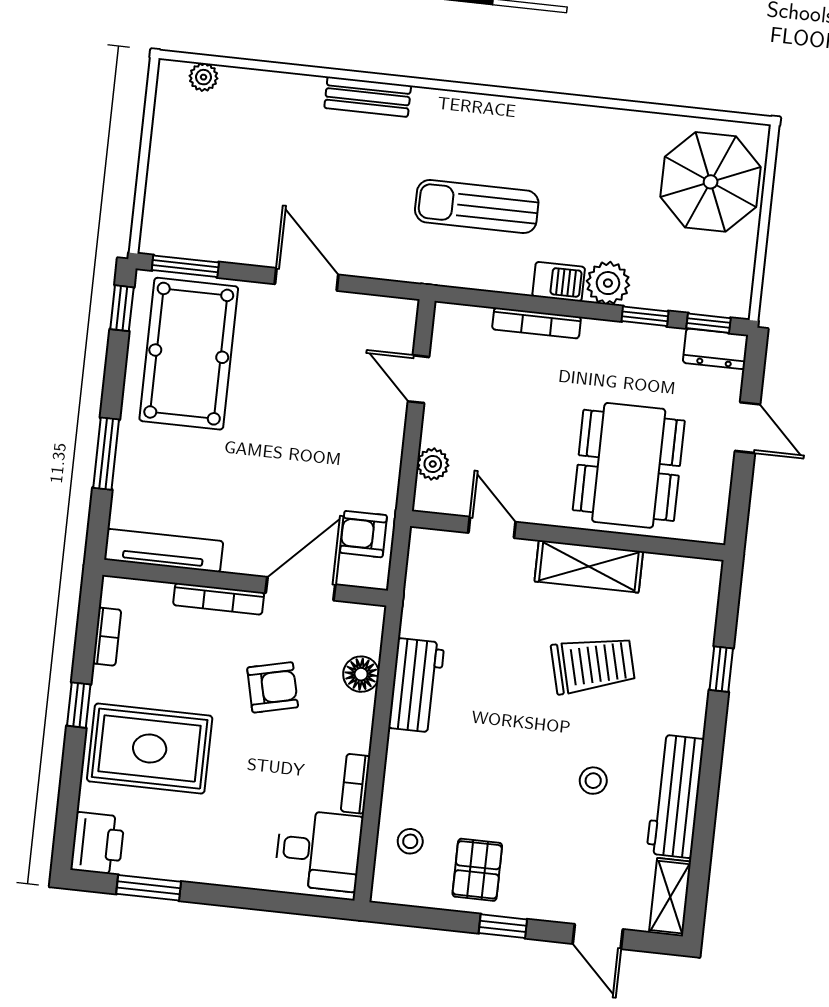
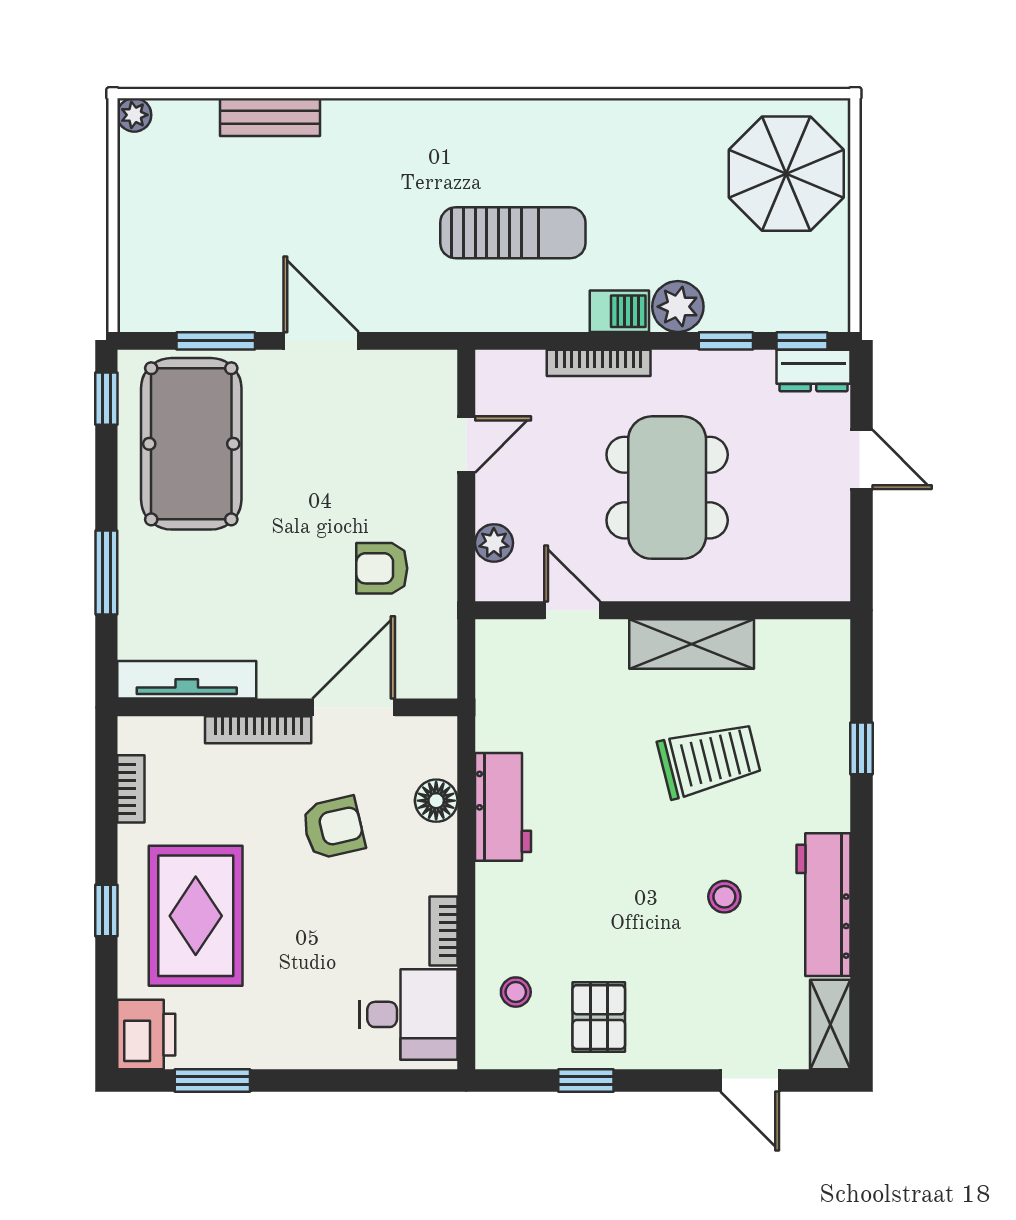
plant: (204, 77) -> (134, 115), moved
bench: (368, 97) -> (270, 117), moved
sun lounger: (477, 206) -> (513, 233), turned 180
window: (185, 266) -> (216, 341), moved
door: (419, 379) -> (466, 445), swing flipped
dining table: (629, 465) -> (667, 488), moved
armchair: (364, 534) -> (382, 568), moved
window: (79, 705) -> (106, 911), moved
rug: (150, 749) -> (196, 916), turned 90
window: (503, 926) -> (586, 1081), moved

